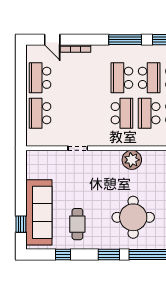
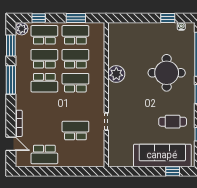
door: (52, 40) -> (11, 144), hinge flipped
school desk: (40, 113) -> (75, 131), moved, turned 180
school desk: (149, 113) -> (75, 59), turned 180

